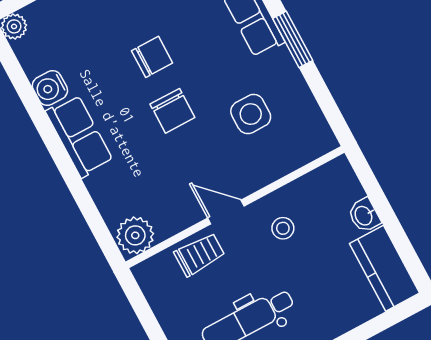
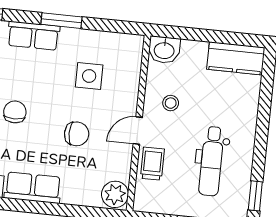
chair: (172, 111) -> (77, 134), moved
washbasin: (364, 215) -> (164, 50), moved, width x1.38, depth x1.45

